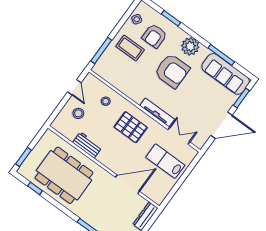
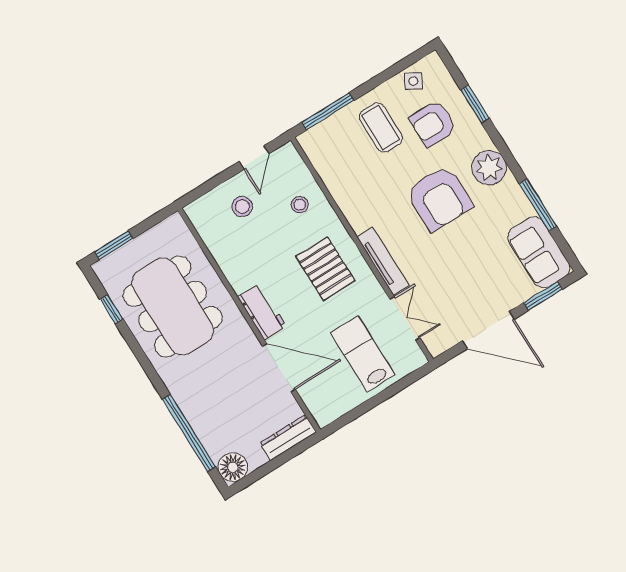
sofa: (226, 74) -> (539, 252), width x0.73
workbench: (87, 145) -> (262, 312), moved

